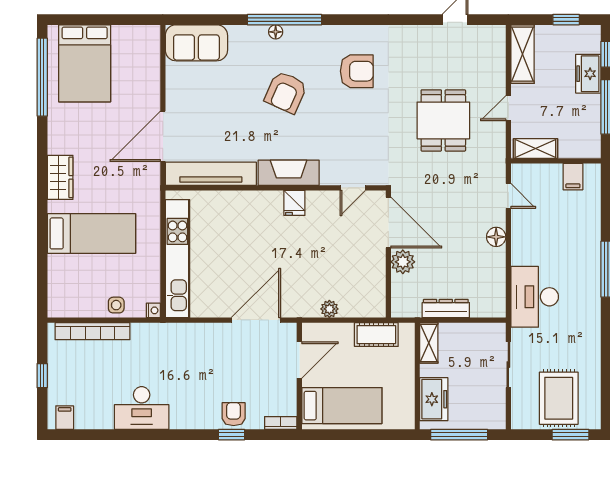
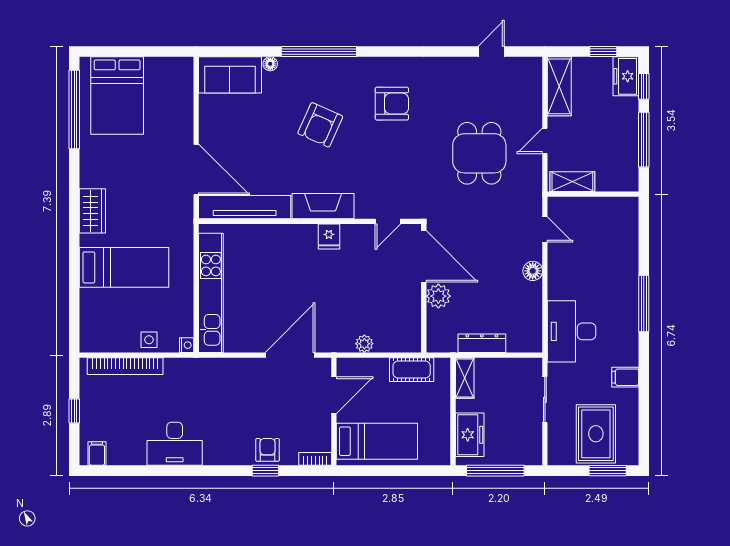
floor lamp: (276, 32) -> (270, 64), moved
freezer: (588, 74) -> (626, 76), moved
door: (163, 136) -> (196, 169), swing flipped
filing cabinet: (573, 177) -> (625, 377), moved, turned 90

